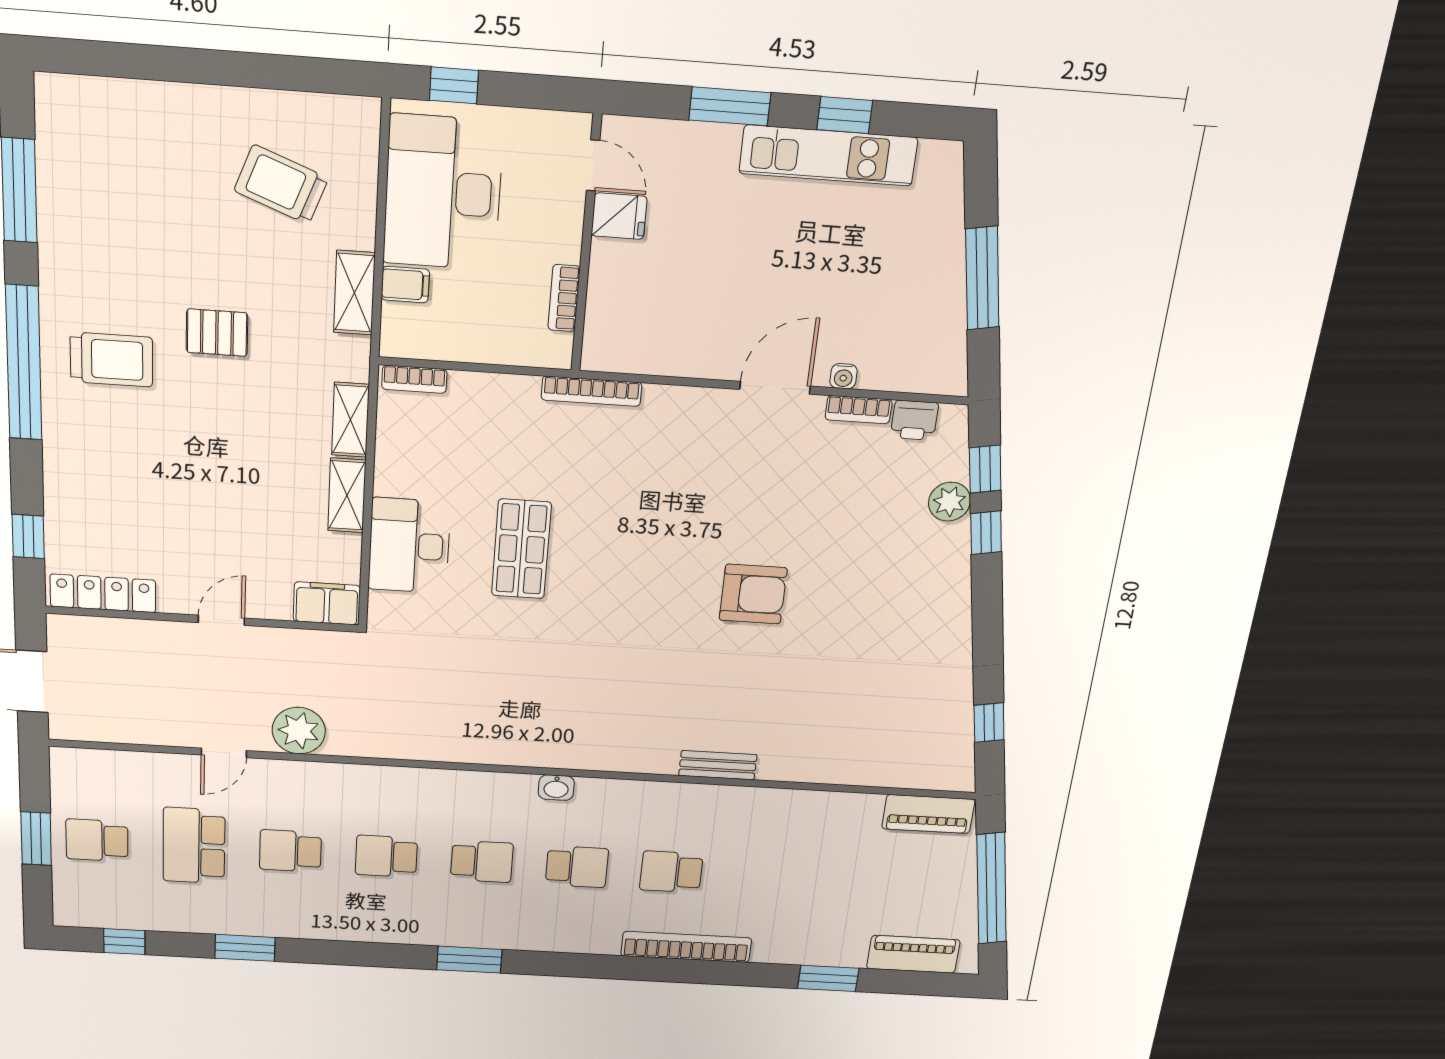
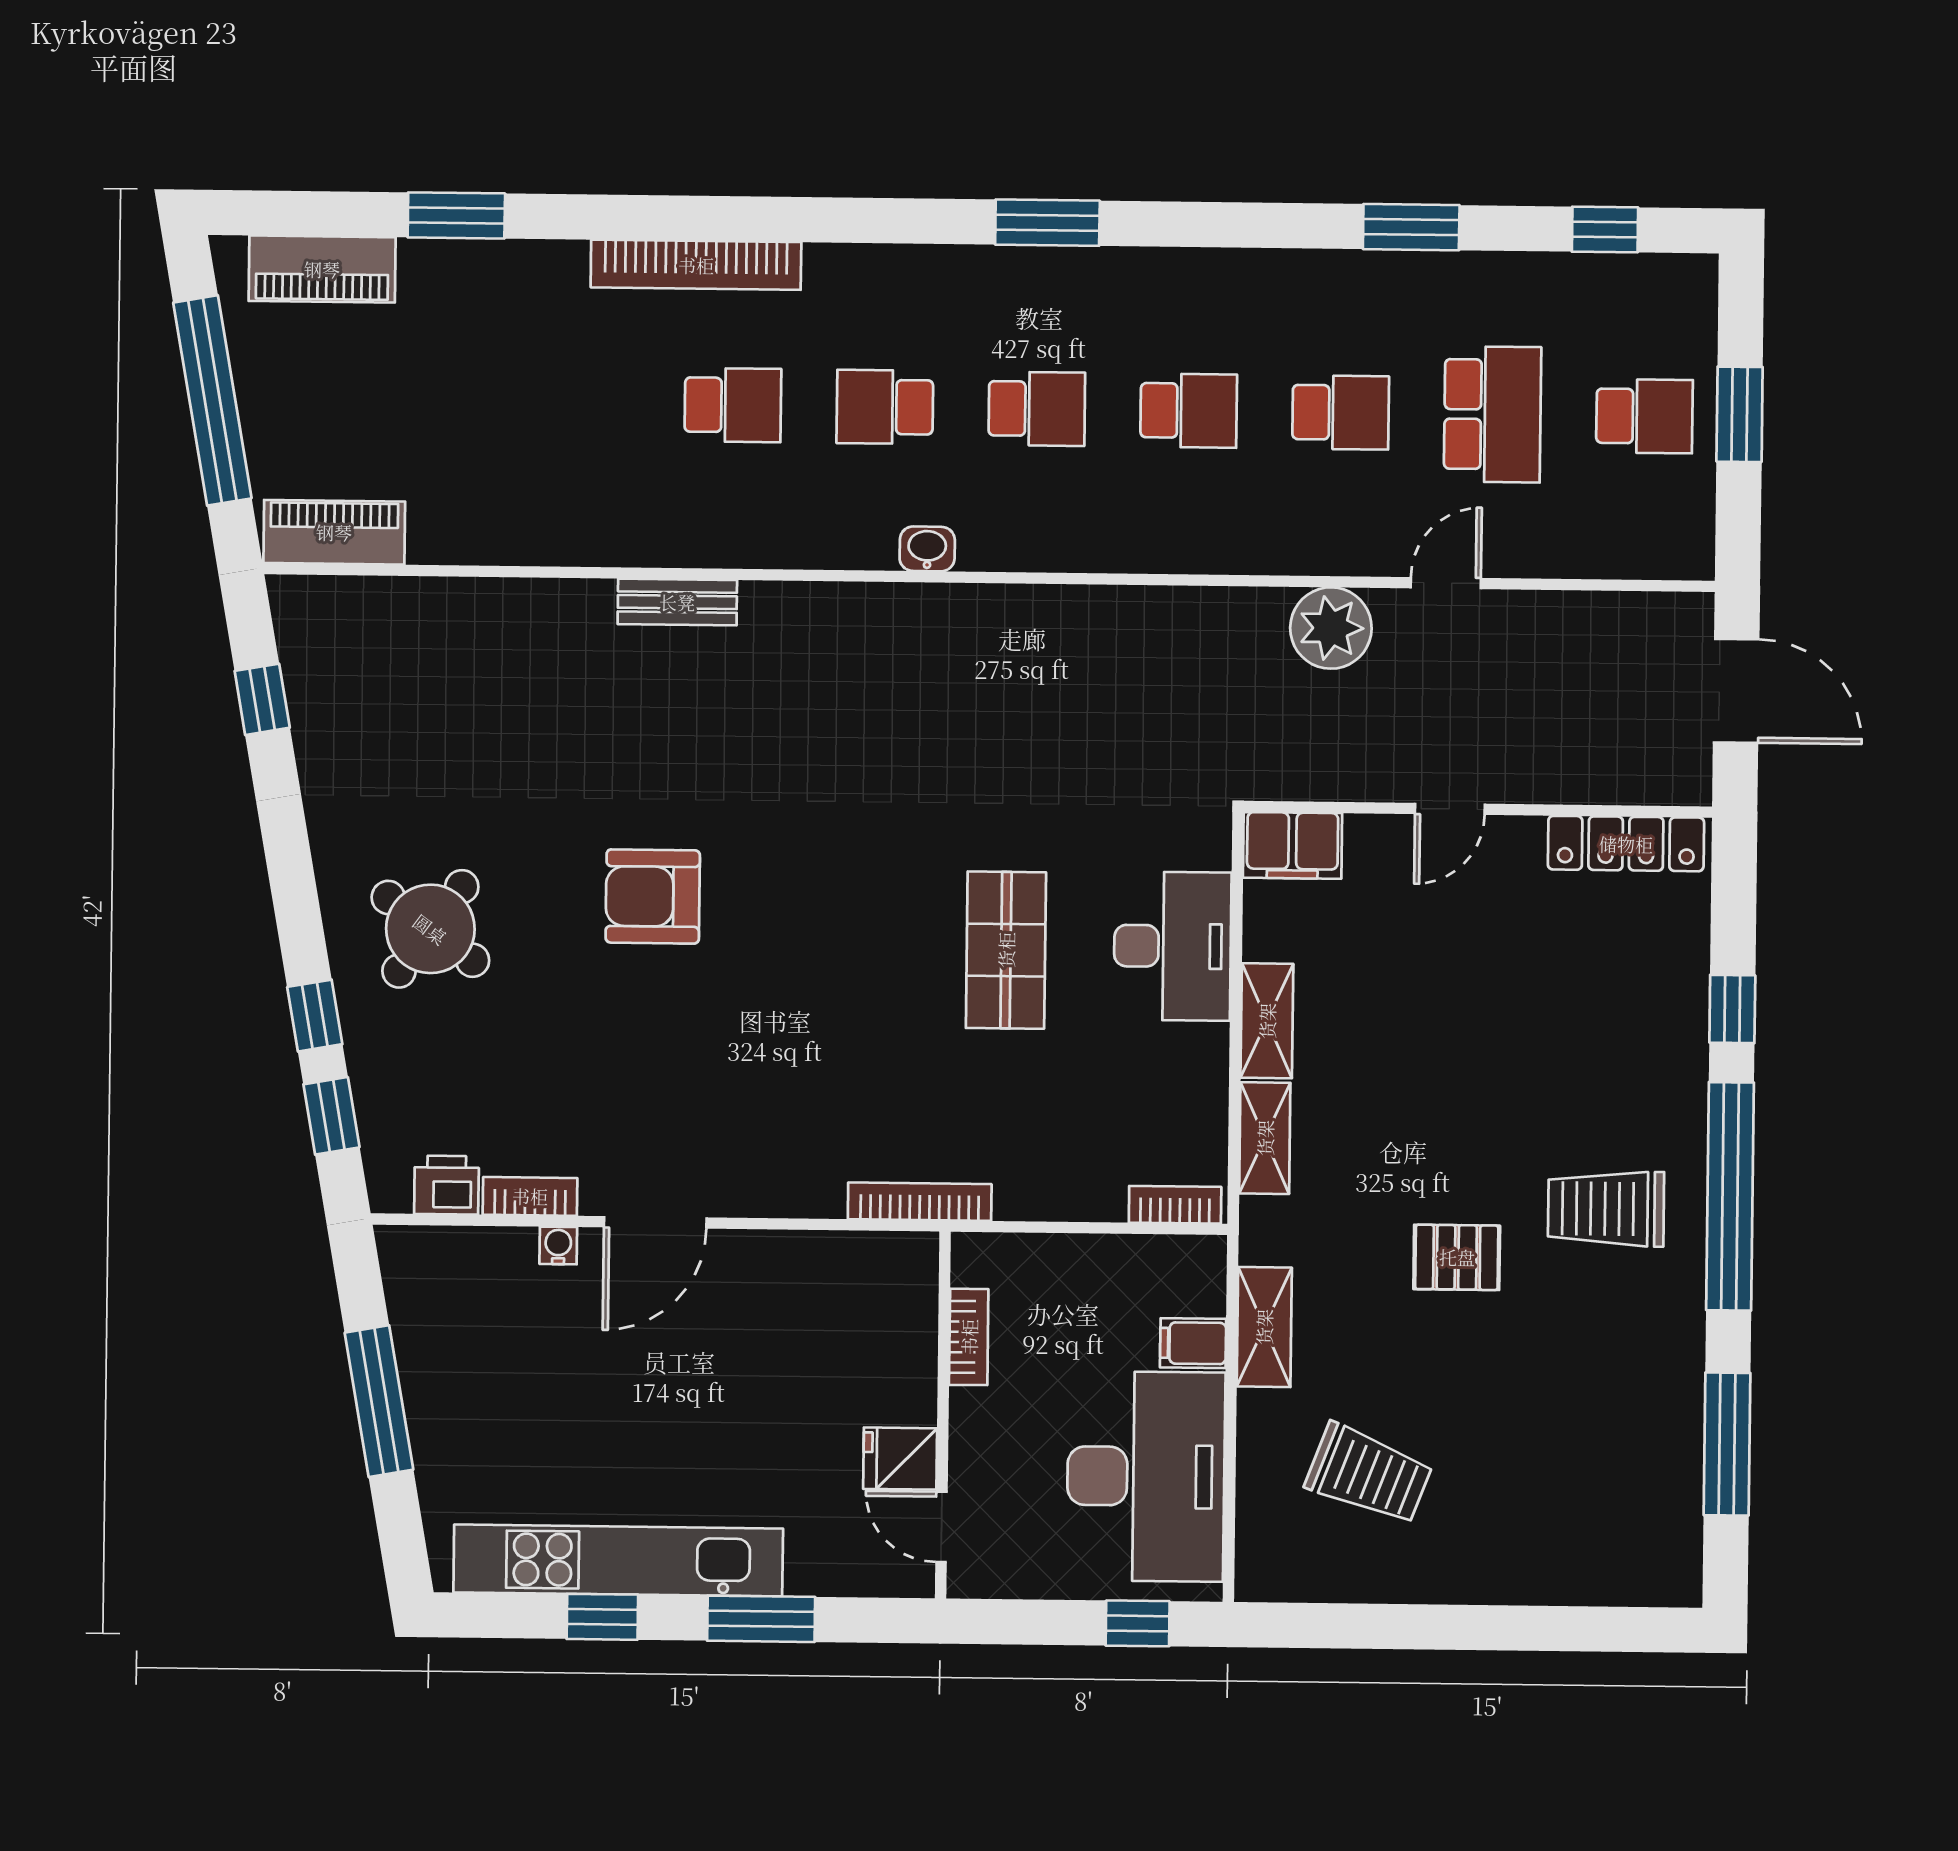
kitchen unit: (828, 155) -> (618, 1560), width x1.36
plant: (950, 502) -> (377, 1062), removed
window: (28, 536) -> (1732, 1009), moved
round table: (902, 582) -> (430, 929), added
school desk: (482, 861) -> (1037, 409), turned 180

